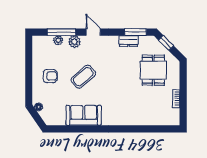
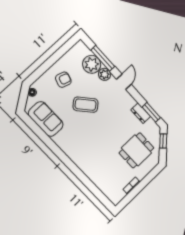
plant: (58, 40) -> (92, 64), width x1.88, depth x1.88
armchair: (50, 76) -> (63, 80), turned -73
sofa: (84, 115) -> (46, 119), moved

